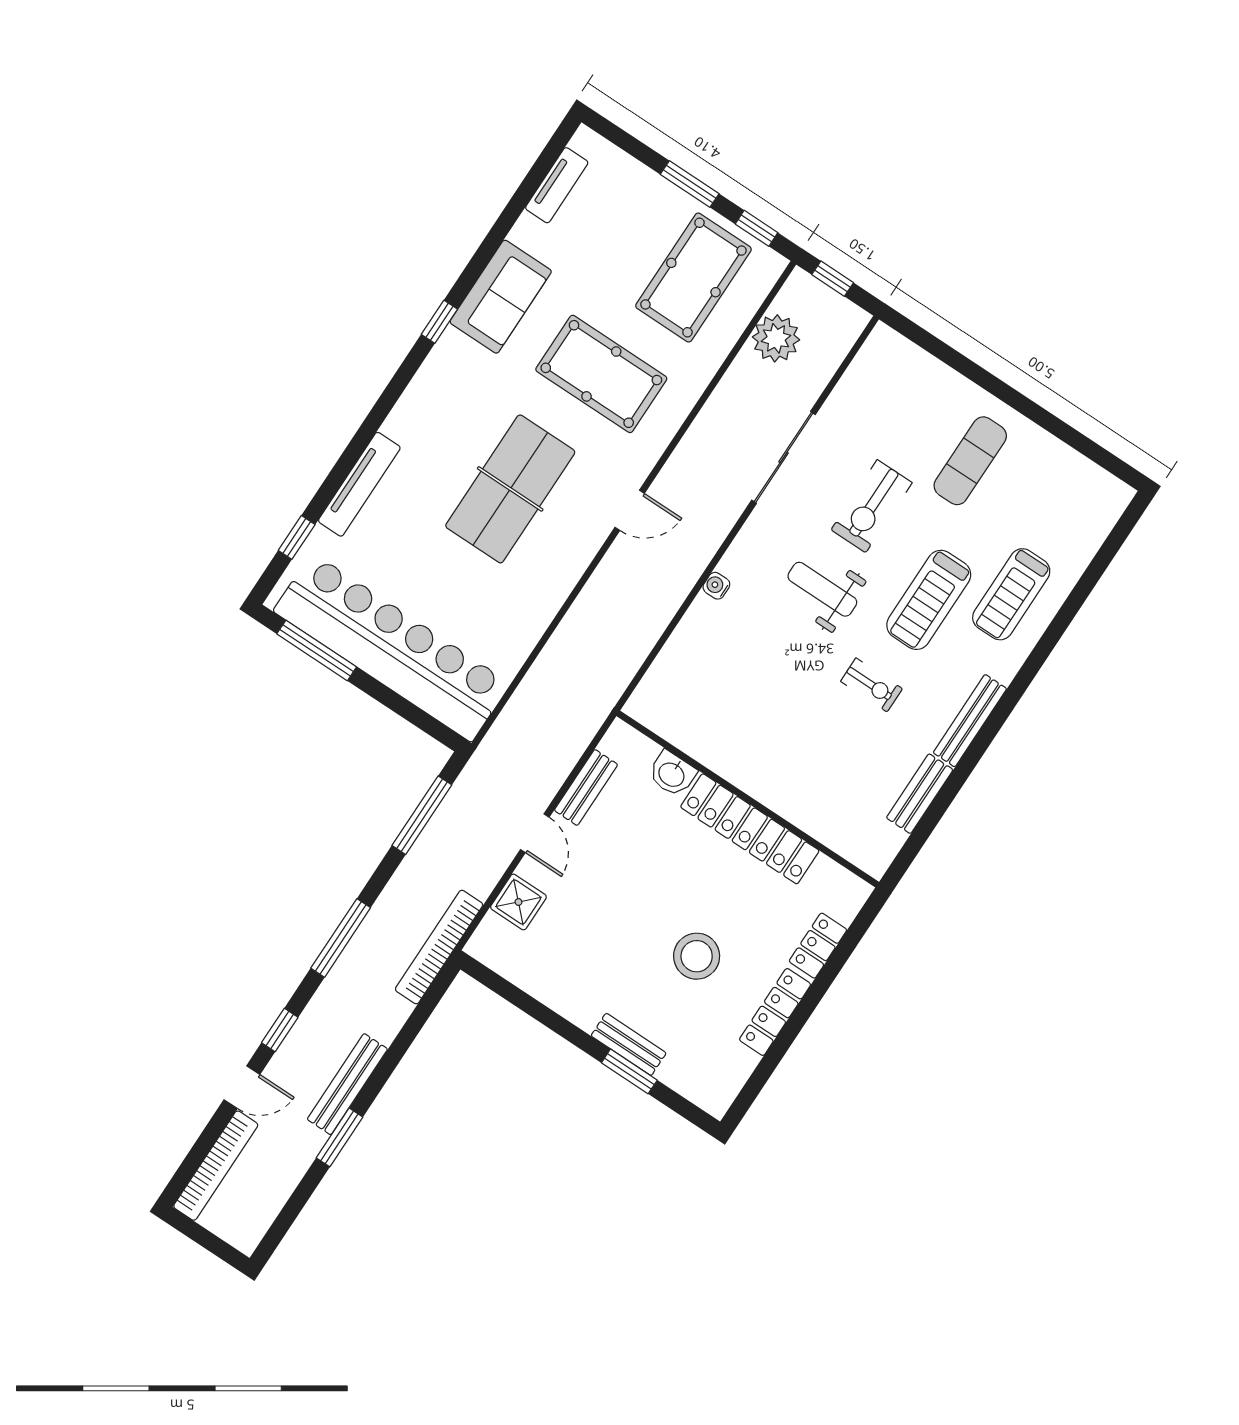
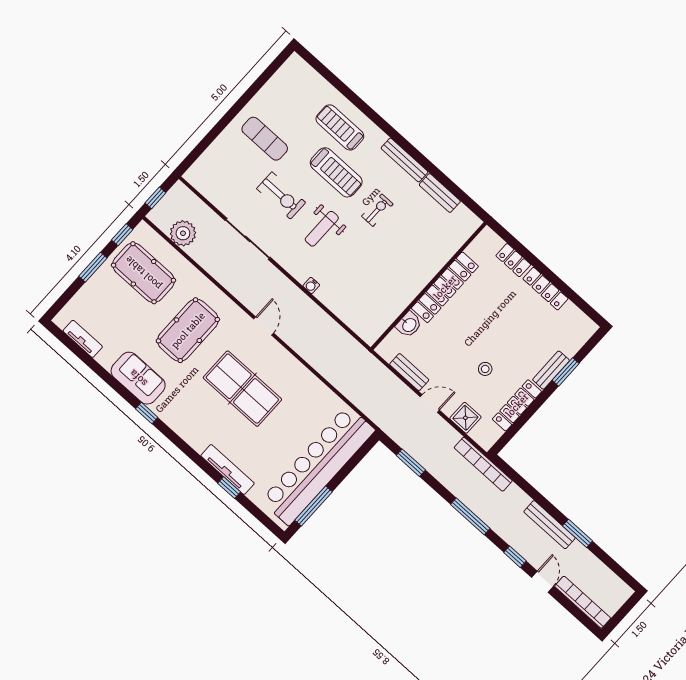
window: (297, 537) -> (229, 488), moved
treadmill: (1011, 594) -> (340, 127), turned 180
window: (422, 815) -> (411, 463), width x0.69
stool: (697, 956) -> (485, 369), moved, width x0.53, depth x0.53
locker: (555, 992) -> (517, 405), added

